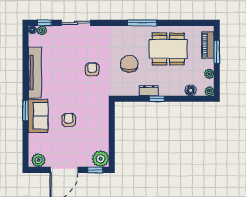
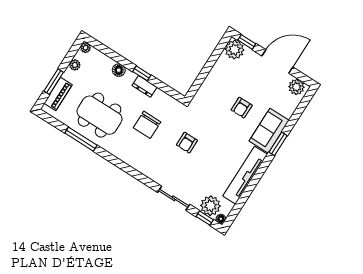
window: (142, 23) -> (81, 139), moved
plant: (42, 30) -> (210, 206), width x1.88, depth x1.88
floor lamp: (191, 90) -> (119, 70), moved

